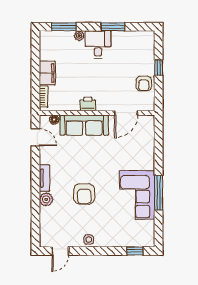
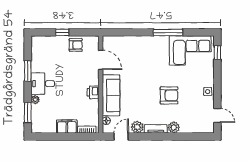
plant: (47, 156) -> (137, 127), added
corner sofa: (137, 195) -> (190, 51), moved

